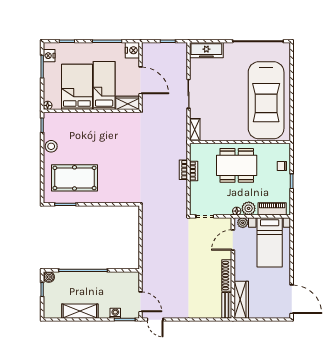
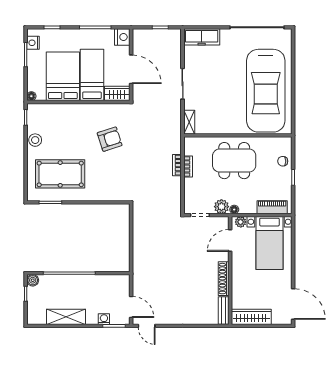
armchair: (121, 145) -> (110, 139), added
plant: (249, 208) -> (221, 207), moved
wardrobe: (241, 300) -> (251, 317), moved, turned -90

